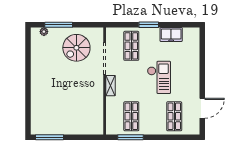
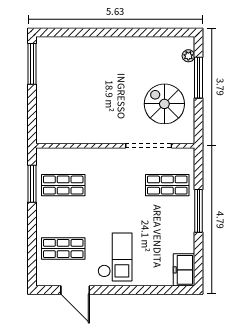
window: (149, 25) -> (198, 211), width x1.44
freezer: (171, 35) -> (184, 270), moved
checkout: (159, 77) -> (115, 257), moved, turned -90
shelving: (111, 86) -> (109, 154), removed

